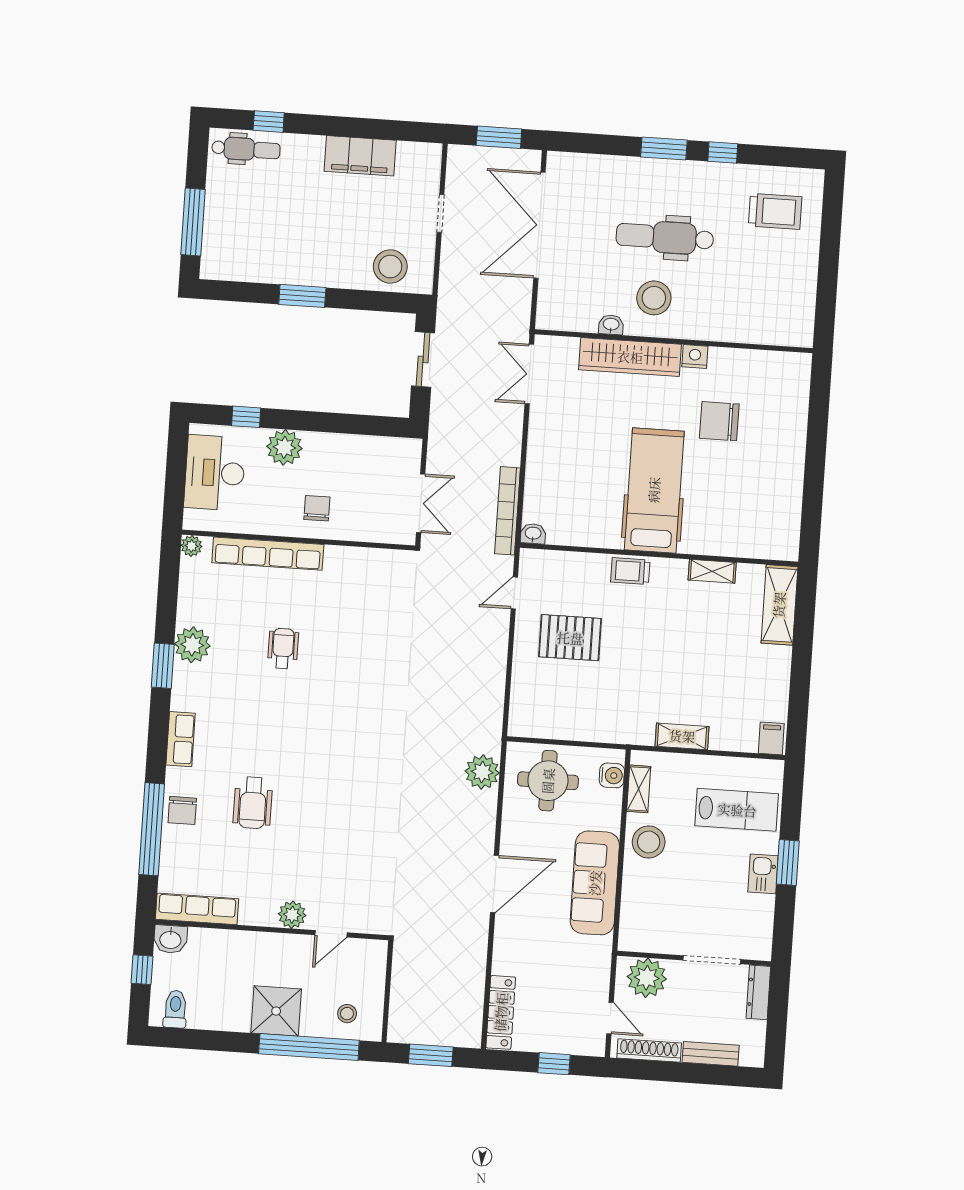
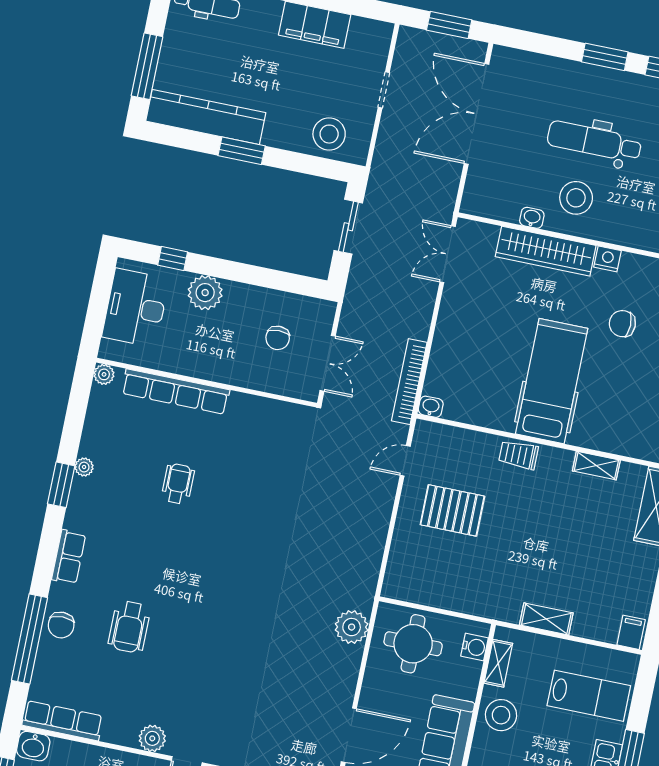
kitchen counter: (261, 266) -> (206, 117), added
chair: (719, 421) -> (622, 324), width x0.73, depth x0.73
chair: (317, 508) -> (278, 338), moved, turned 180
plant: (192, 645) -> (84, 467), width x0.53, depth x0.53

